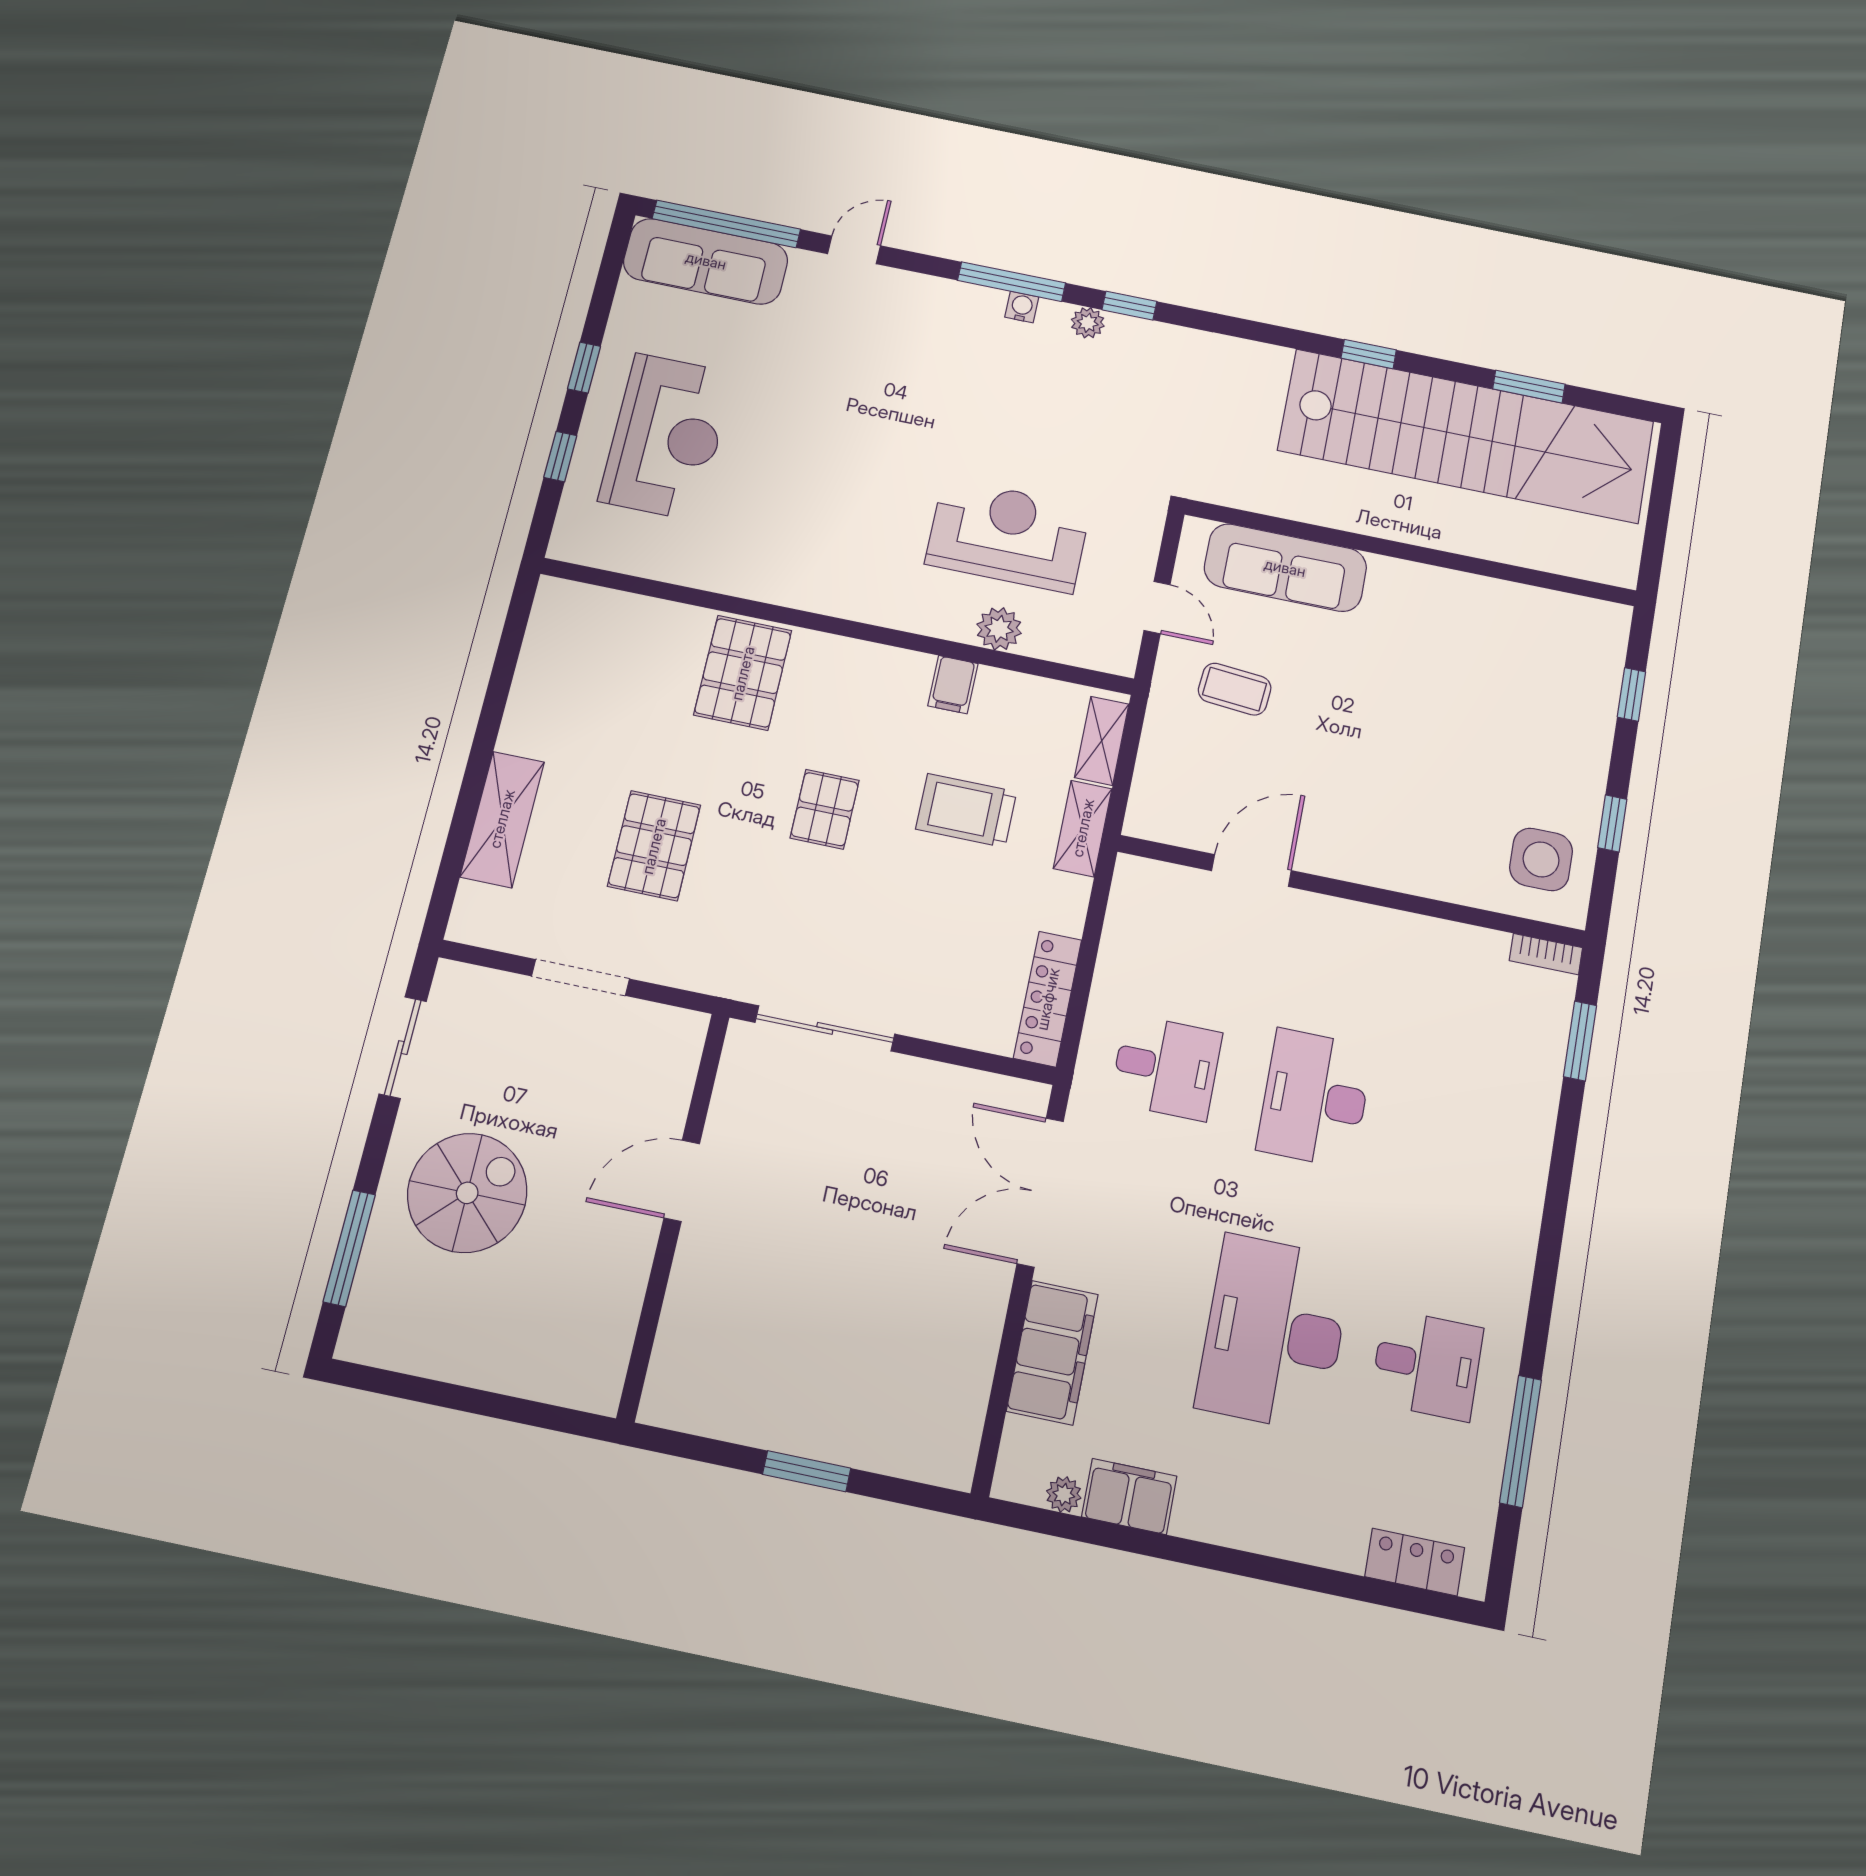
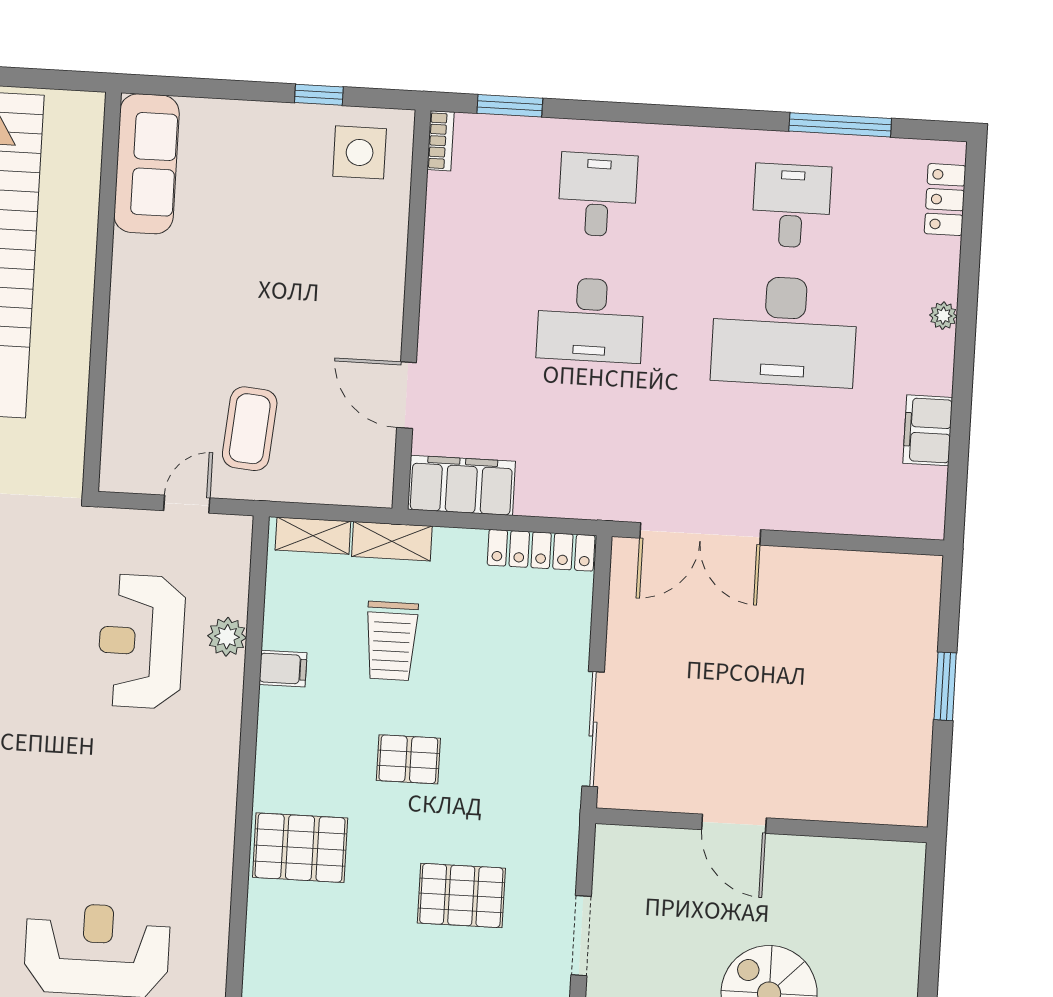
sofa: (1285, 568) -> (147, 164), moved
coffee table: (1235, 689) -> (250, 429), width x1.36, depth x1.30
window: (1631, 694) -> (202, 88), removed
desk: (1166, 1067) -> (598, 195), moved
filing cabinet: (1052, 1353) -> (461, 485), moved
plant: (1064, 1494) -> (943, 316), moved

